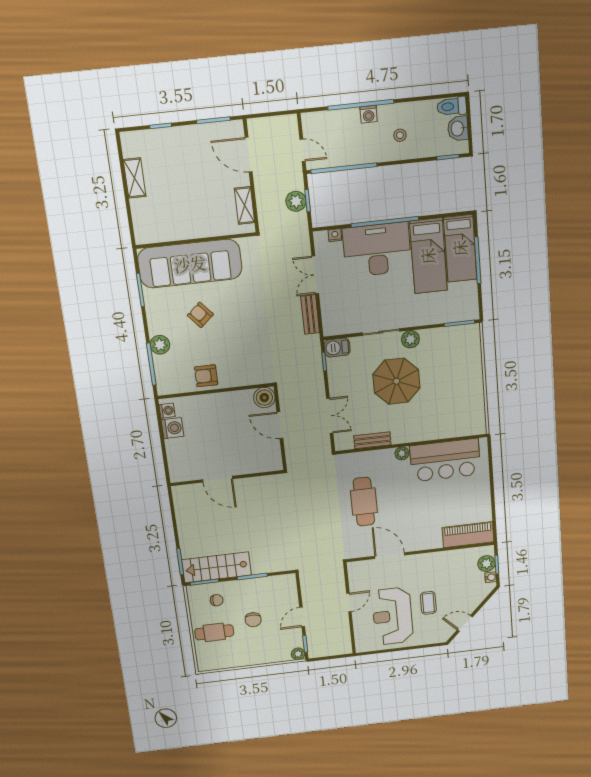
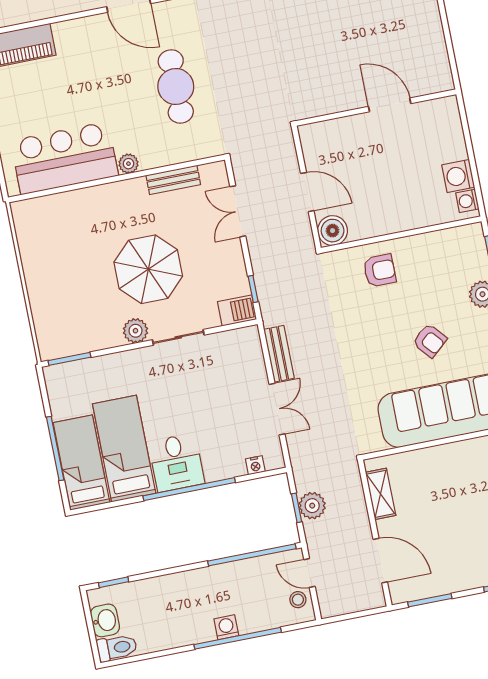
stool: (400, 135) -> (298, 600), moved
desk: (377, 250) -> (176, 463), width x0.53, depth x0.77
armchair: (206, 376) -> (380, 271), moved

